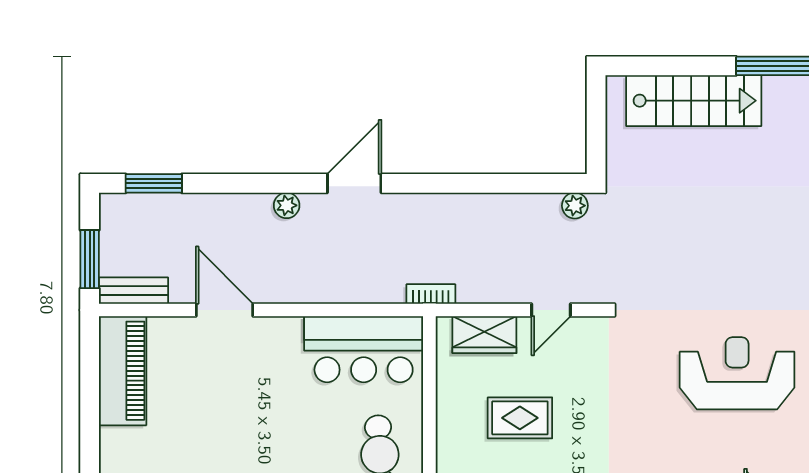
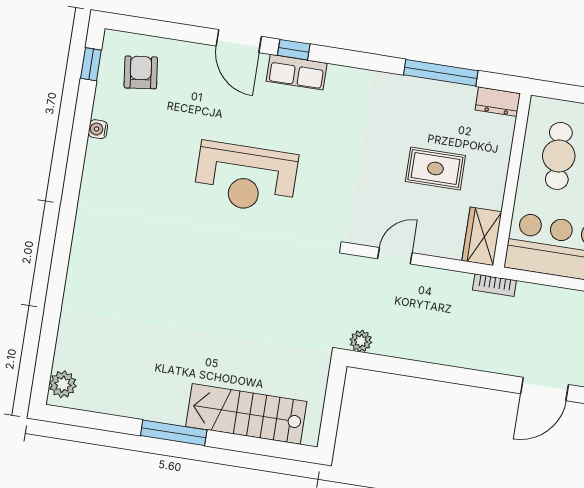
wardrobe: (484, 335) -> (482, 236), moved, turned -90

